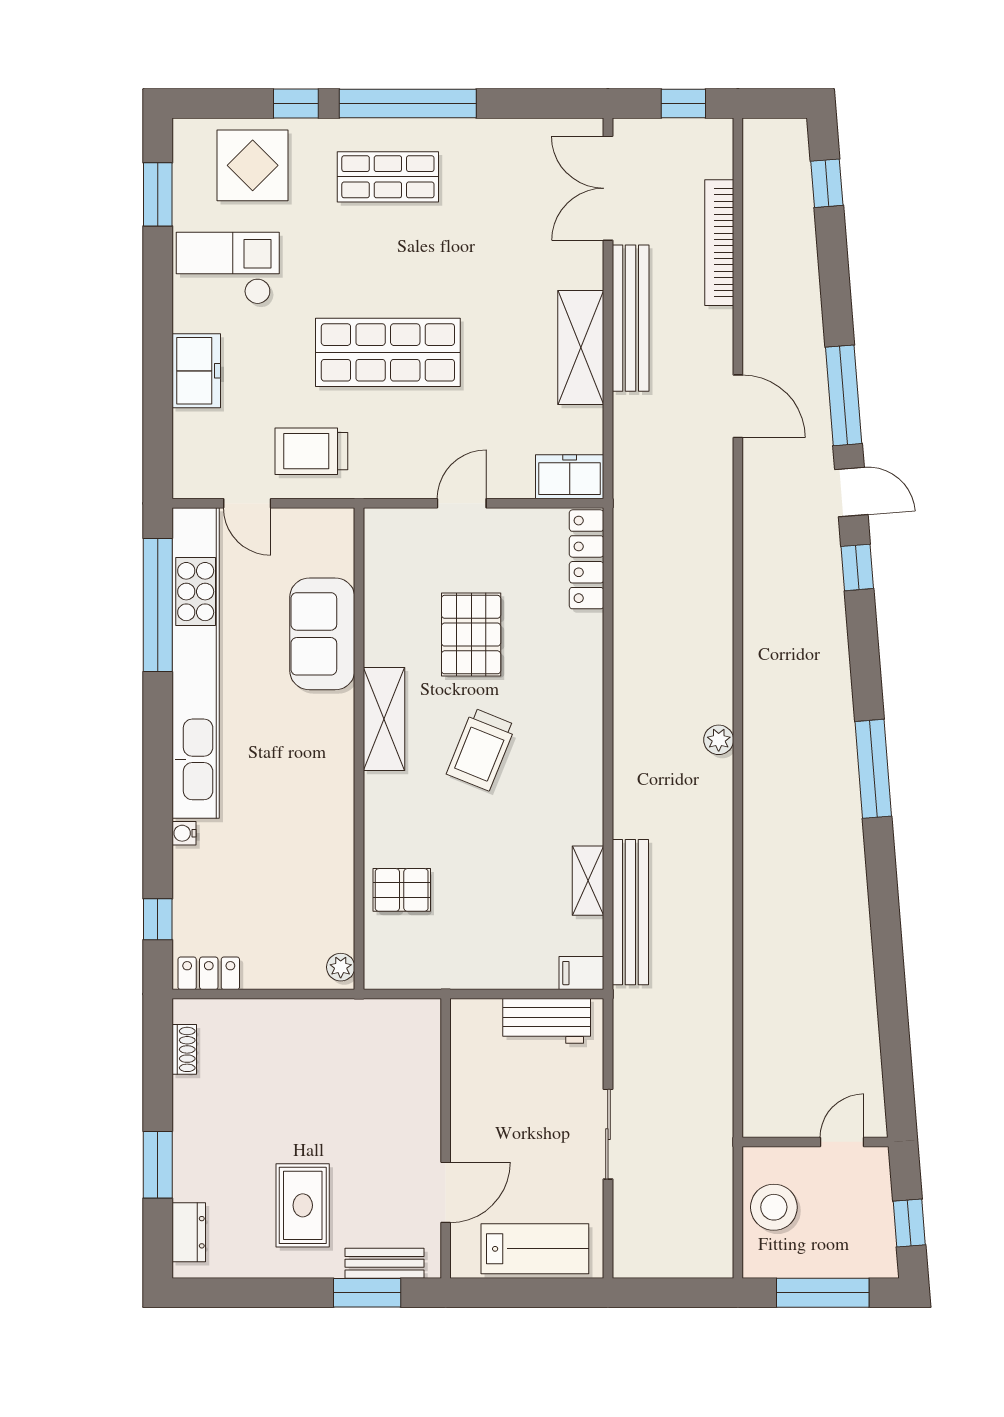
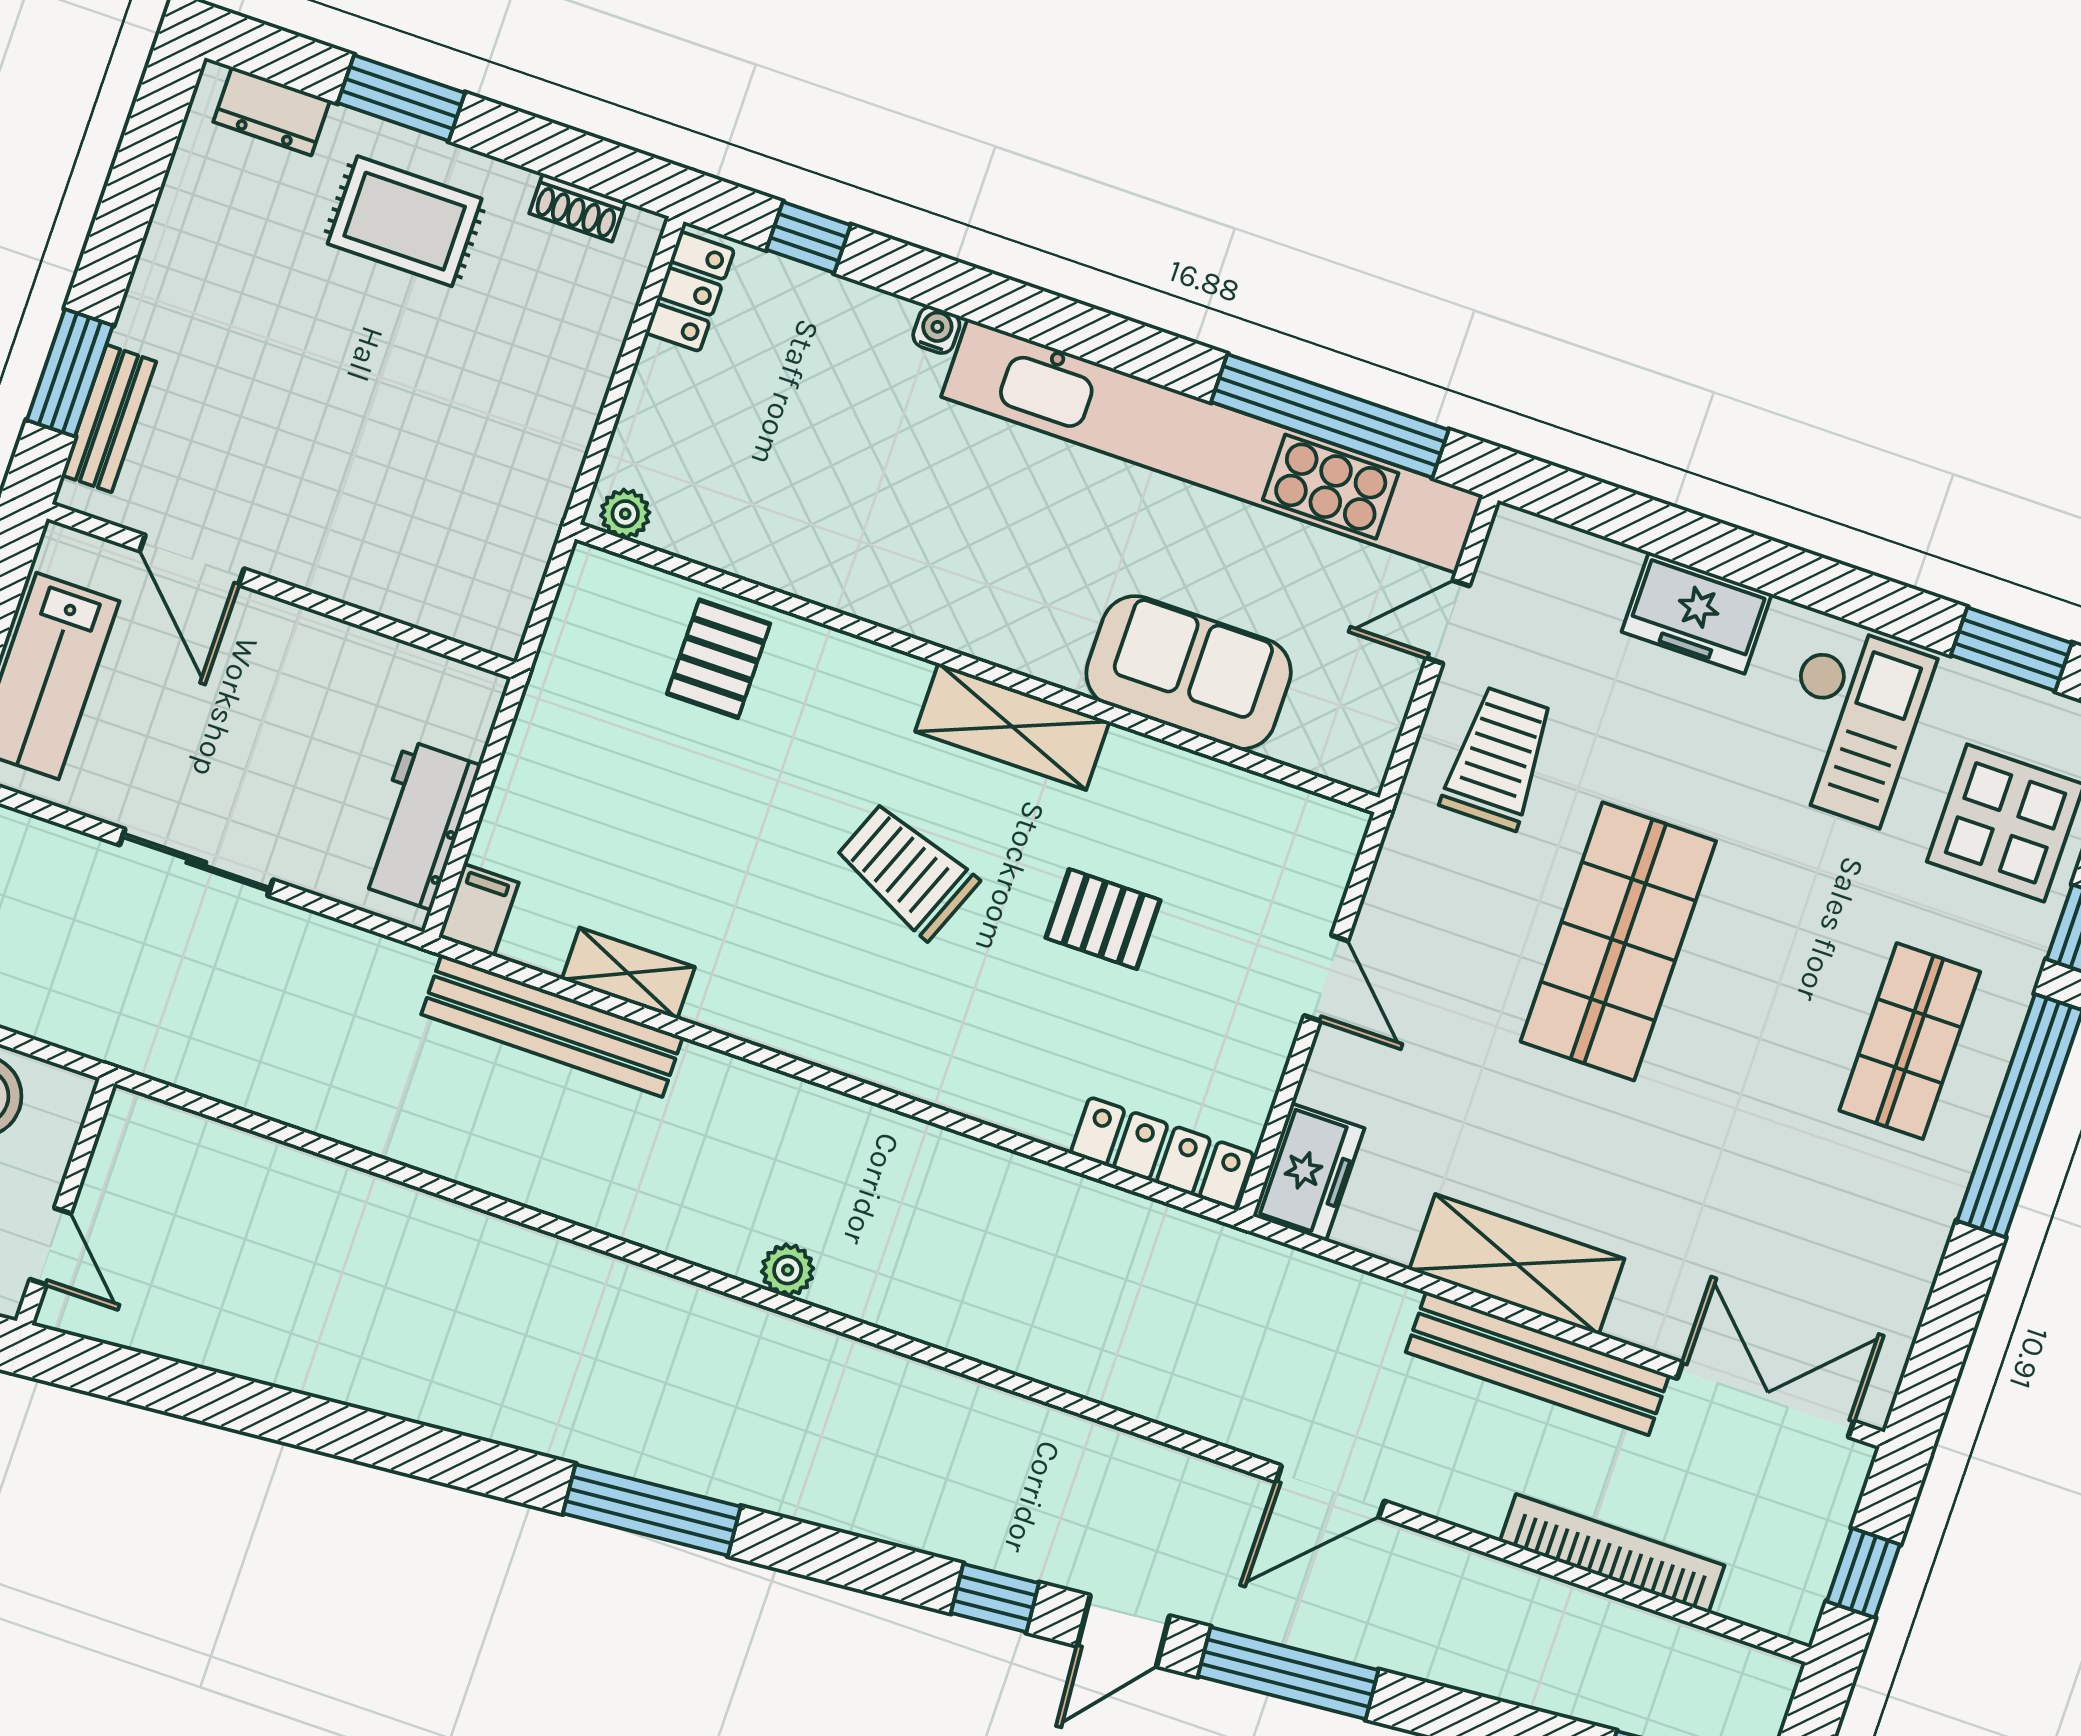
pallet: (471, 635) -> (1103, 919), width x0.67, depth x0.71
rug: (303, 1205) -> (405, 221), moved

